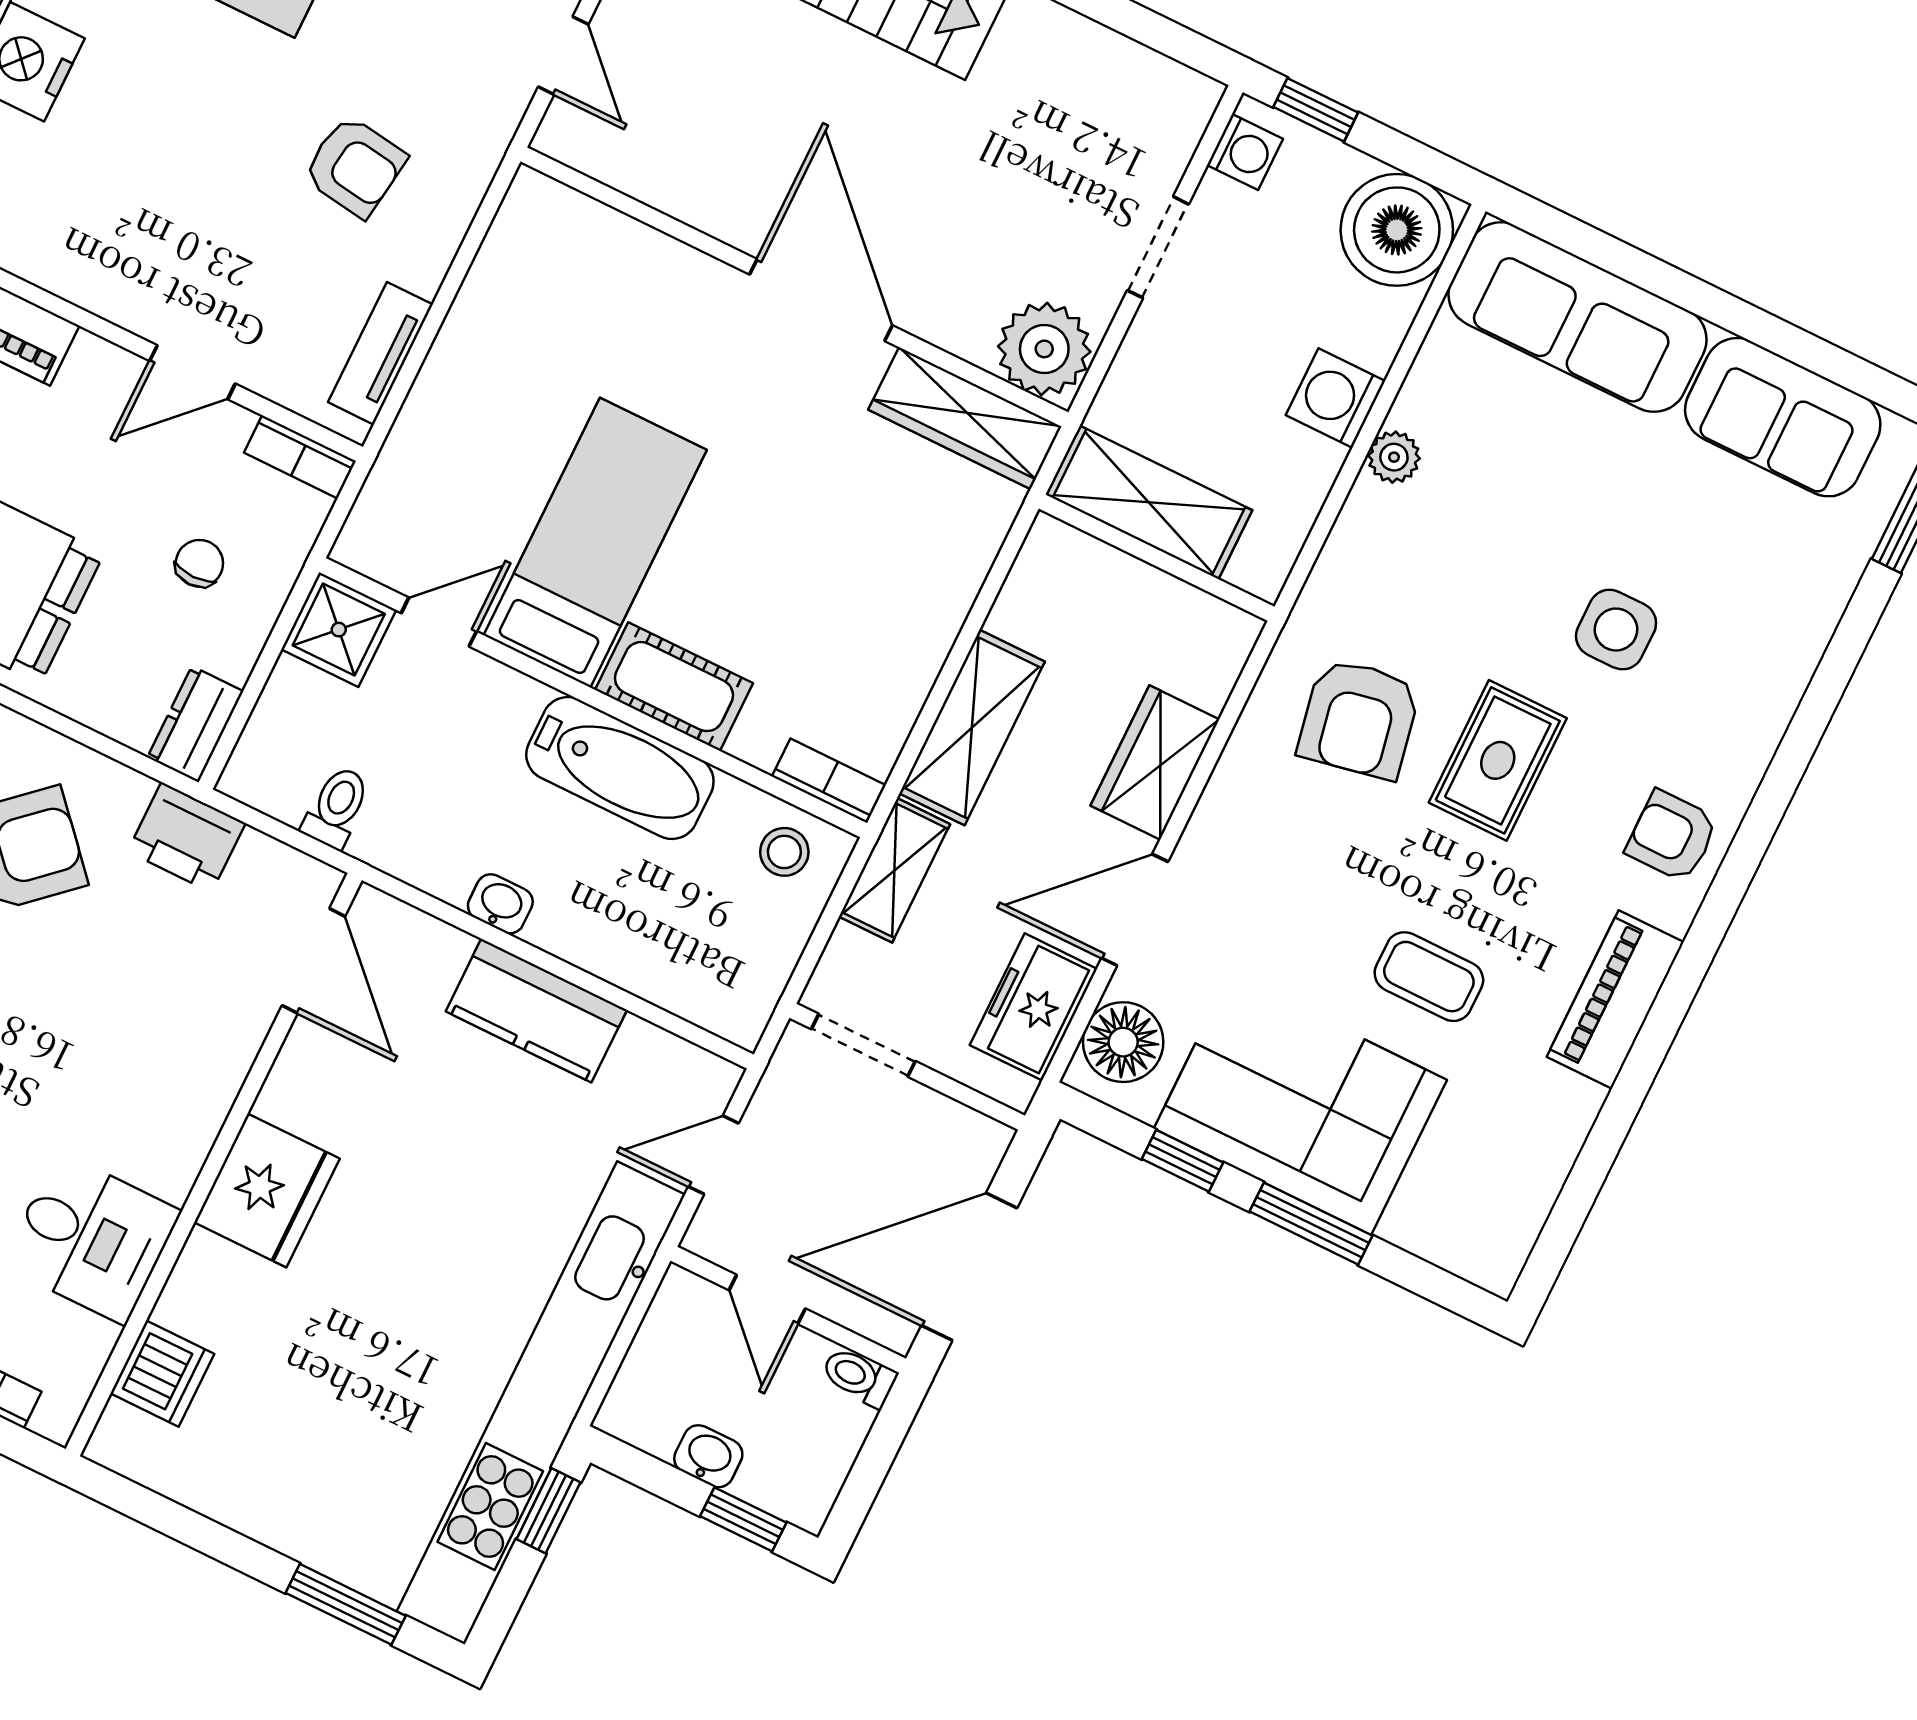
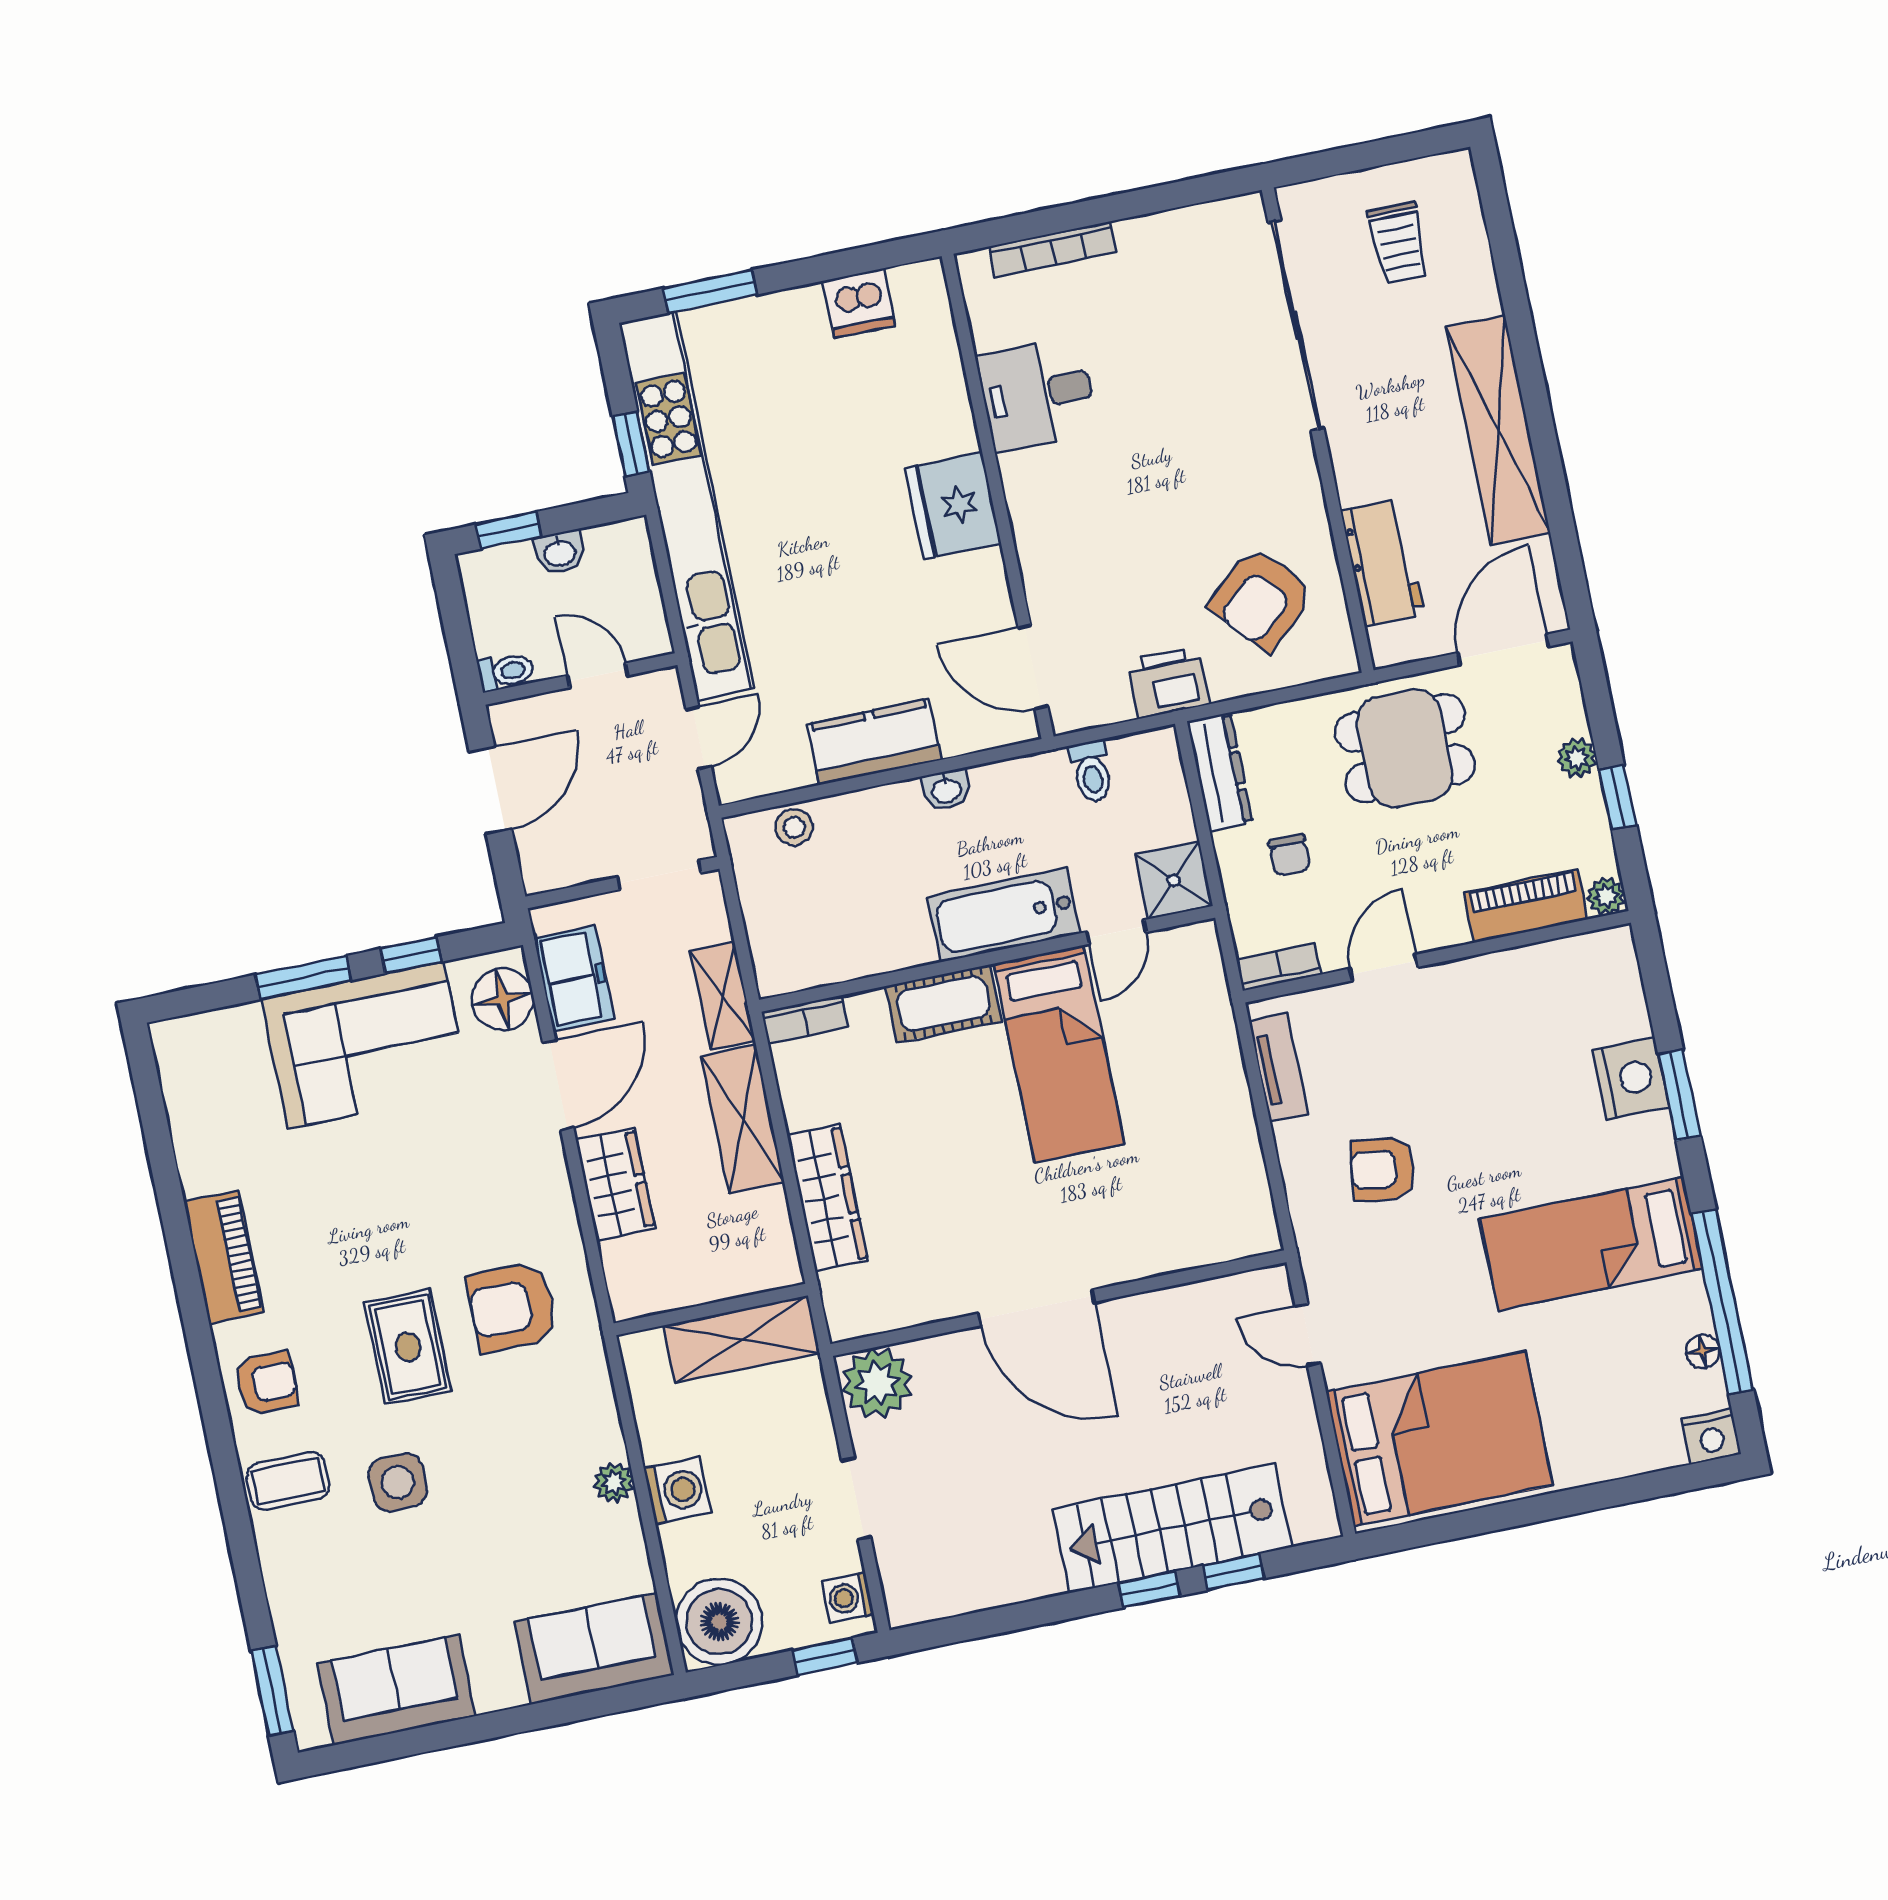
sofa: (1577, 317) -> (594, 1649), width x0.73
wardrobe: (965, 418) -> (827, 1198), moved, turned 90
armchair: (1359, 719) -> (512, 1307), turned -79
dresser: (195, 724) -> (1220, 772), width x1.44
bathtub: (620, 768) -> (1004, 915), moved
stool: (784, 852) -> (794, 827), moved
coffee table: (1429, 977) -> (288, 1481), moved
door: (969, 1267) -> (490, 790), width x0.73
dishwasher: (162, 1374) -> (859, 303), moved, turned -90

